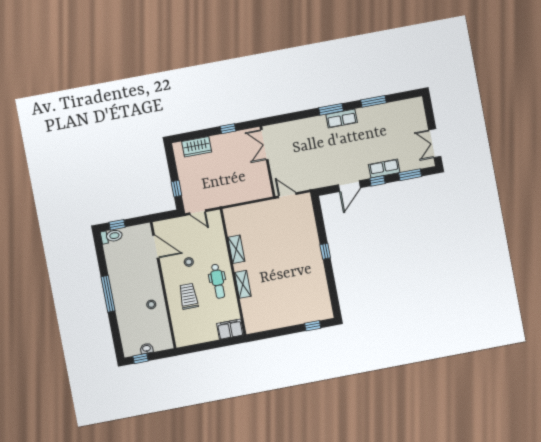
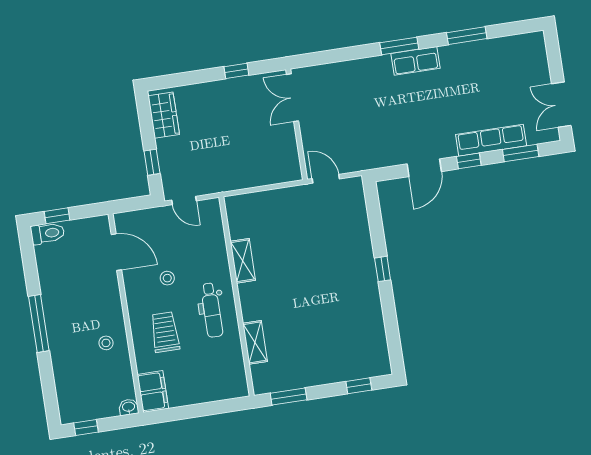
wardrobe: (197, 147) -> (164, 115), moved, turned -90
row of seats: (384, 169) -> (491, 140), width x1.48
shelving: (243, 284) -> (255, 342), moved
filing cabinet: (230, 329) -> (153, 391), moved, turned 90
window: (268, 334) -> (289, 396), added
washbasin: (147, 349) -> (129, 407), moved

